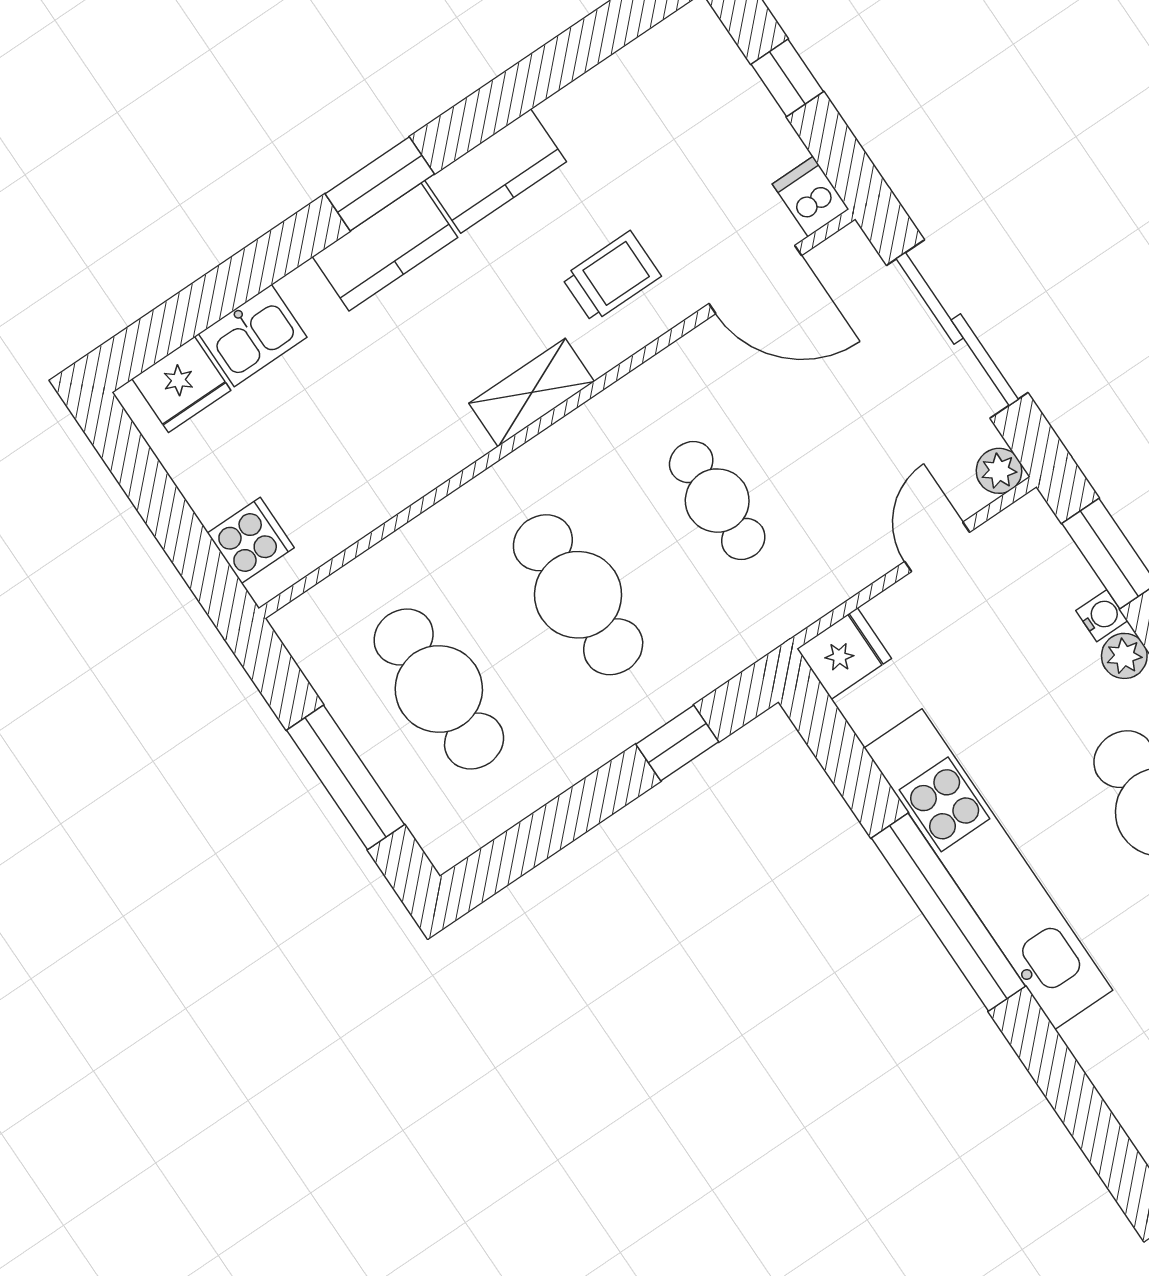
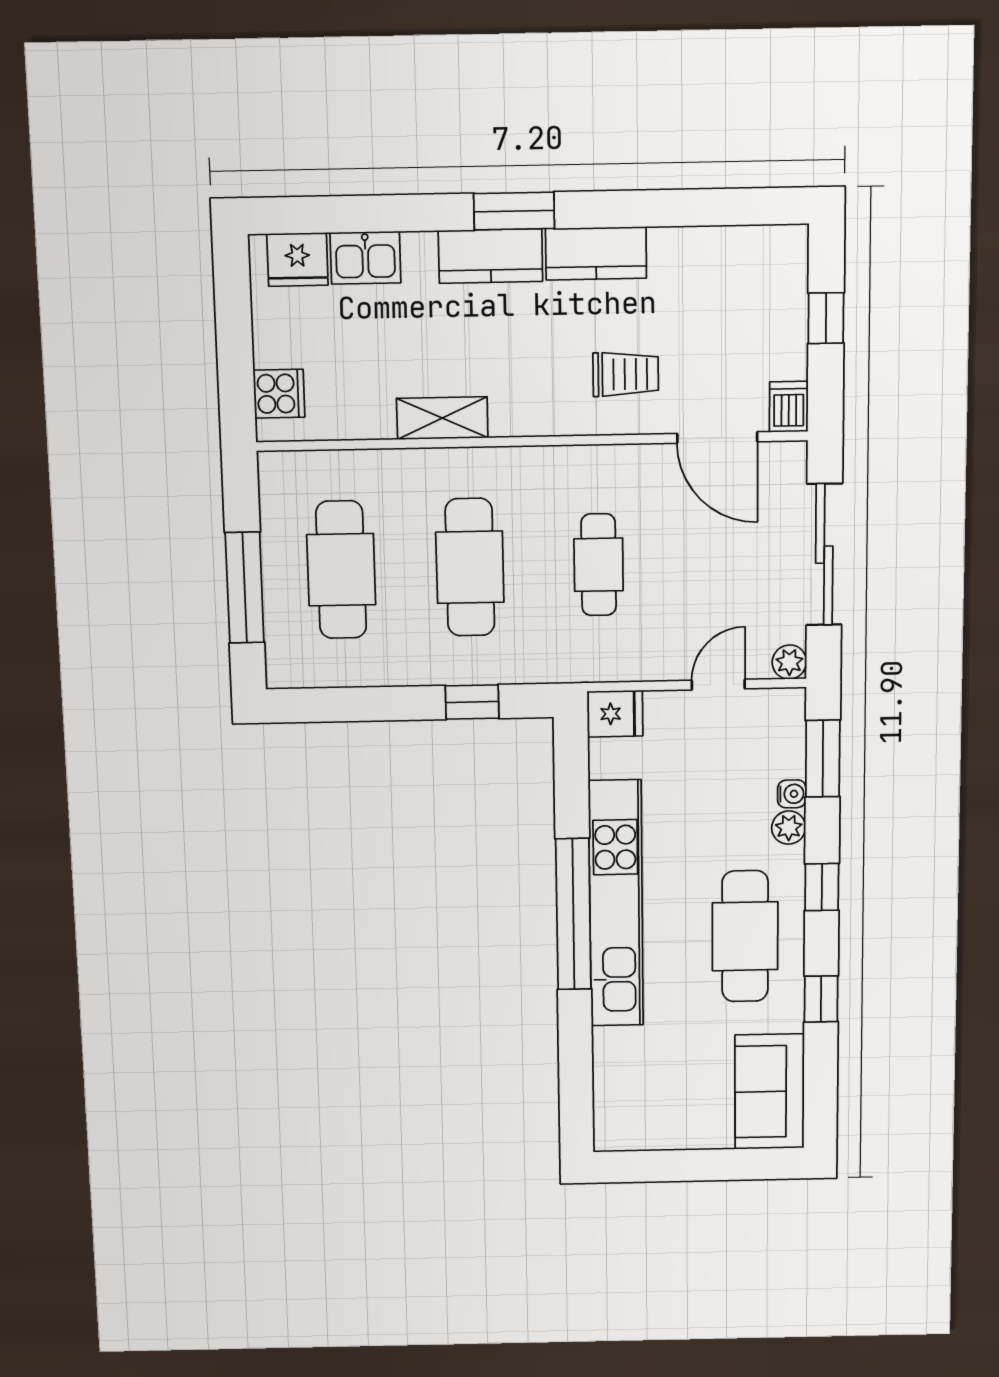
shelving: (532, 393) -> (442, 418), moved

